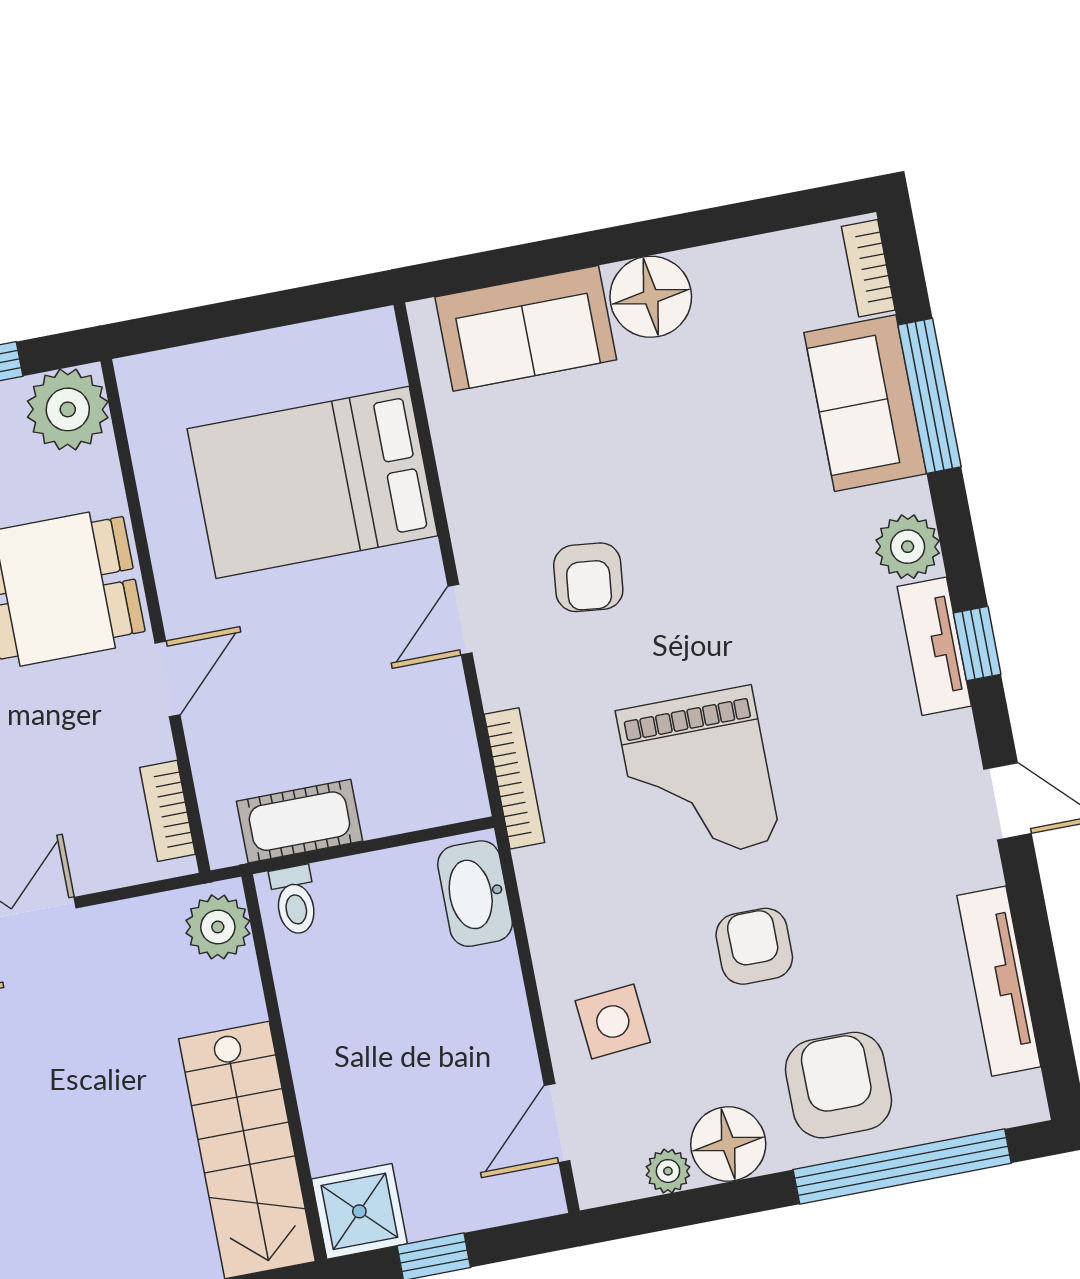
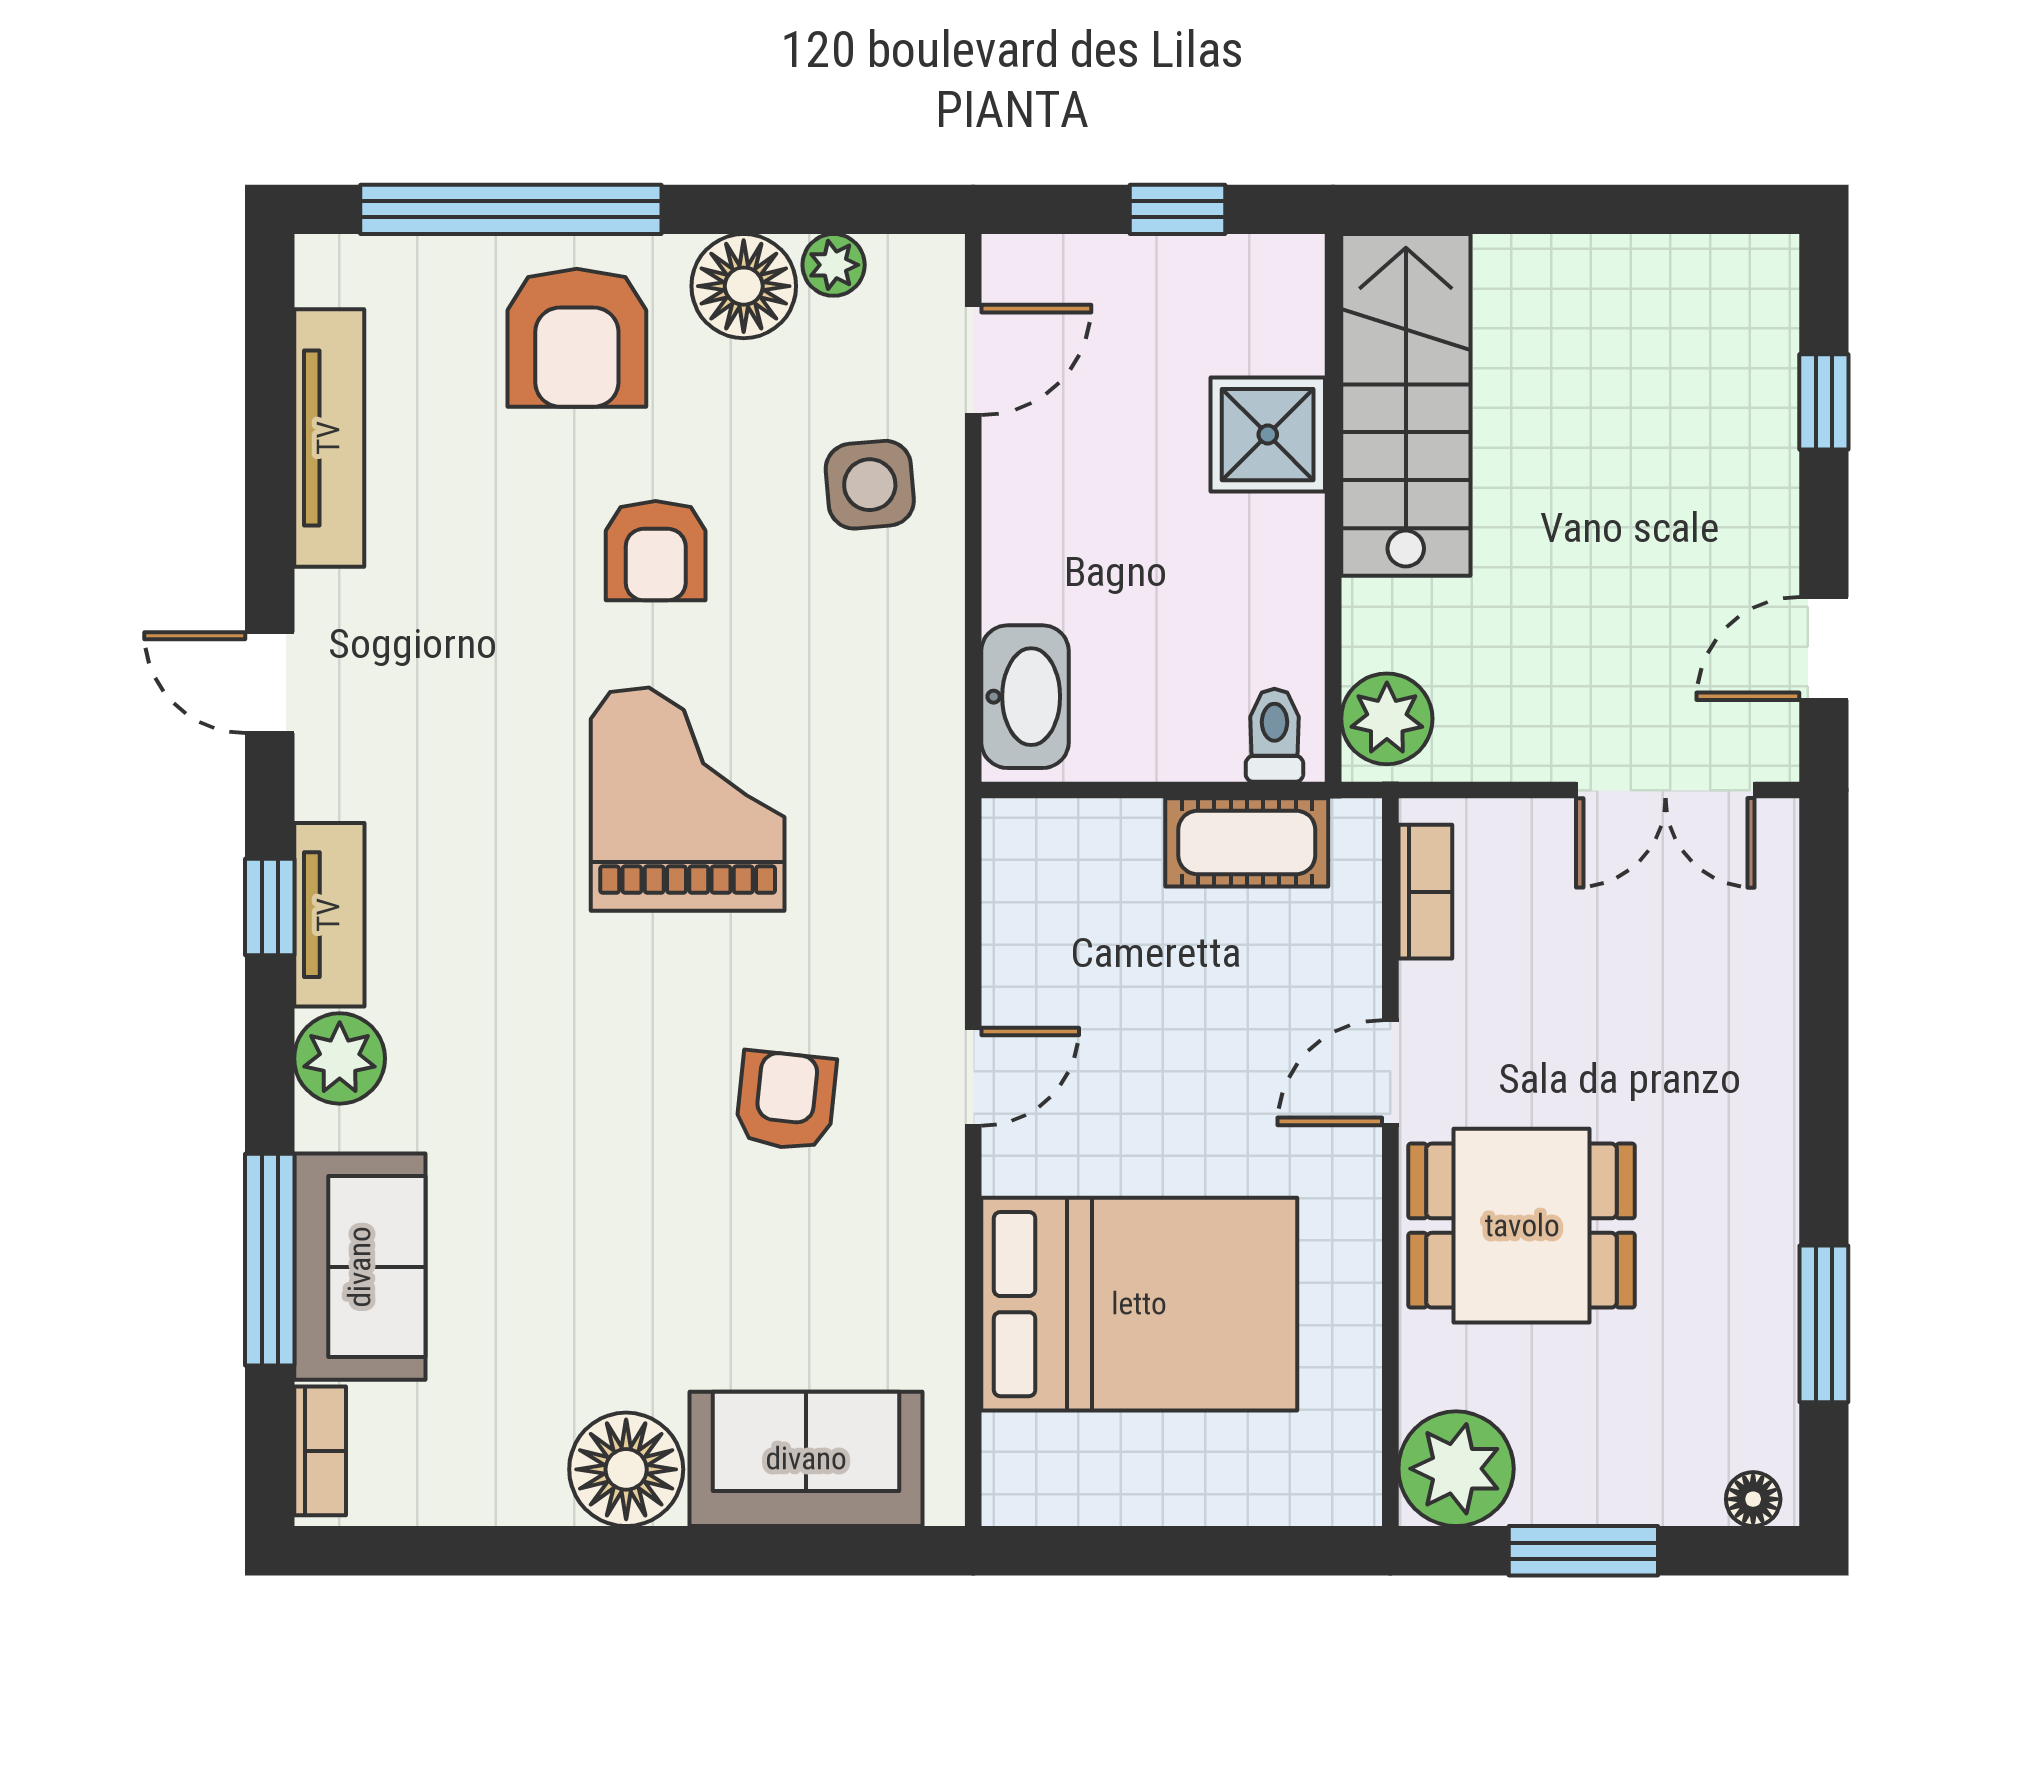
bookcase: (514, 778) -> (940, 844), removed
shower: (359, 1211) -> (1268, 435), moved

